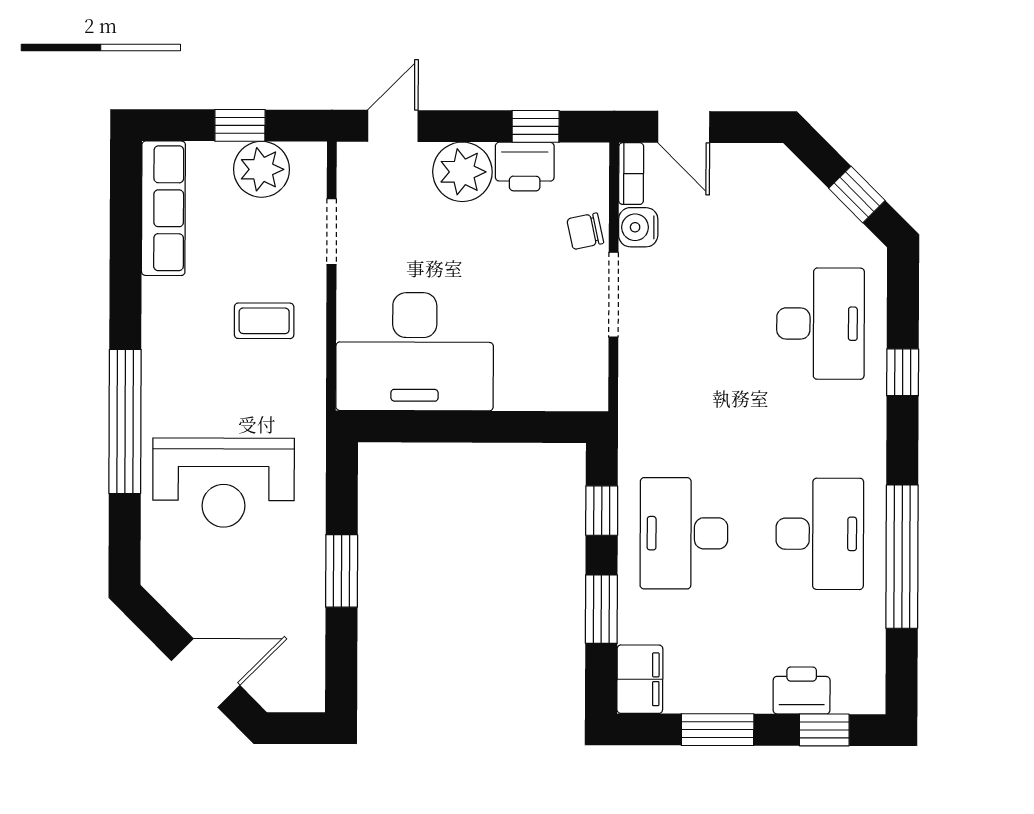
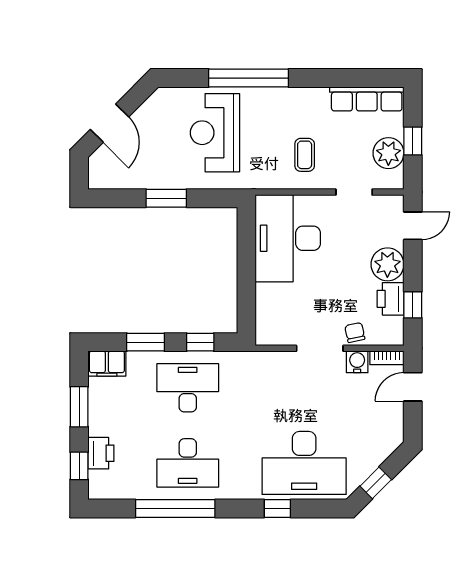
door: (393, 126) -> (413, 226), hinge flipped
desk: (820, 324) -> (304, 463), width x1.36, depth x1.30

